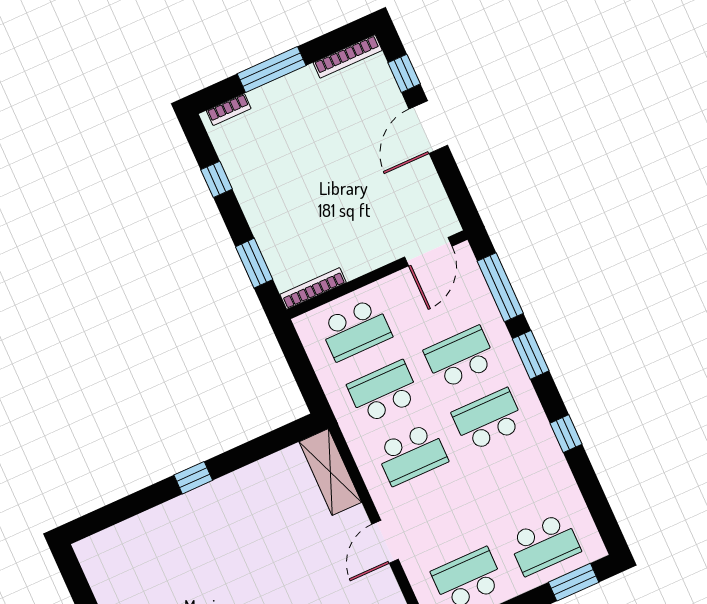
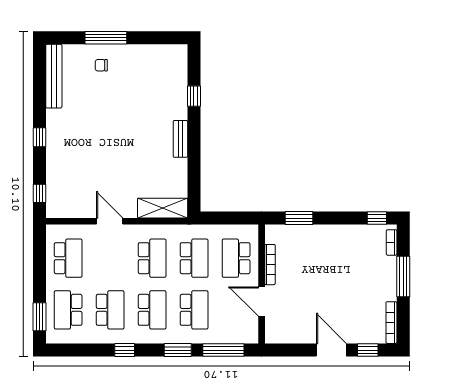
window: (217, 179) -> (377, 218), moved
door: (428, 252) -> (262, 301), moved
bookcase: (313, 288) -> (270, 265), moved
school desk: (412, 454) -> (152, 258), turned 180
window: (193, 478) -> (194, 96), moved
school desk: (516, 482) -> (110, 310), added
bench: (216, 492) -> (180, 139), added

